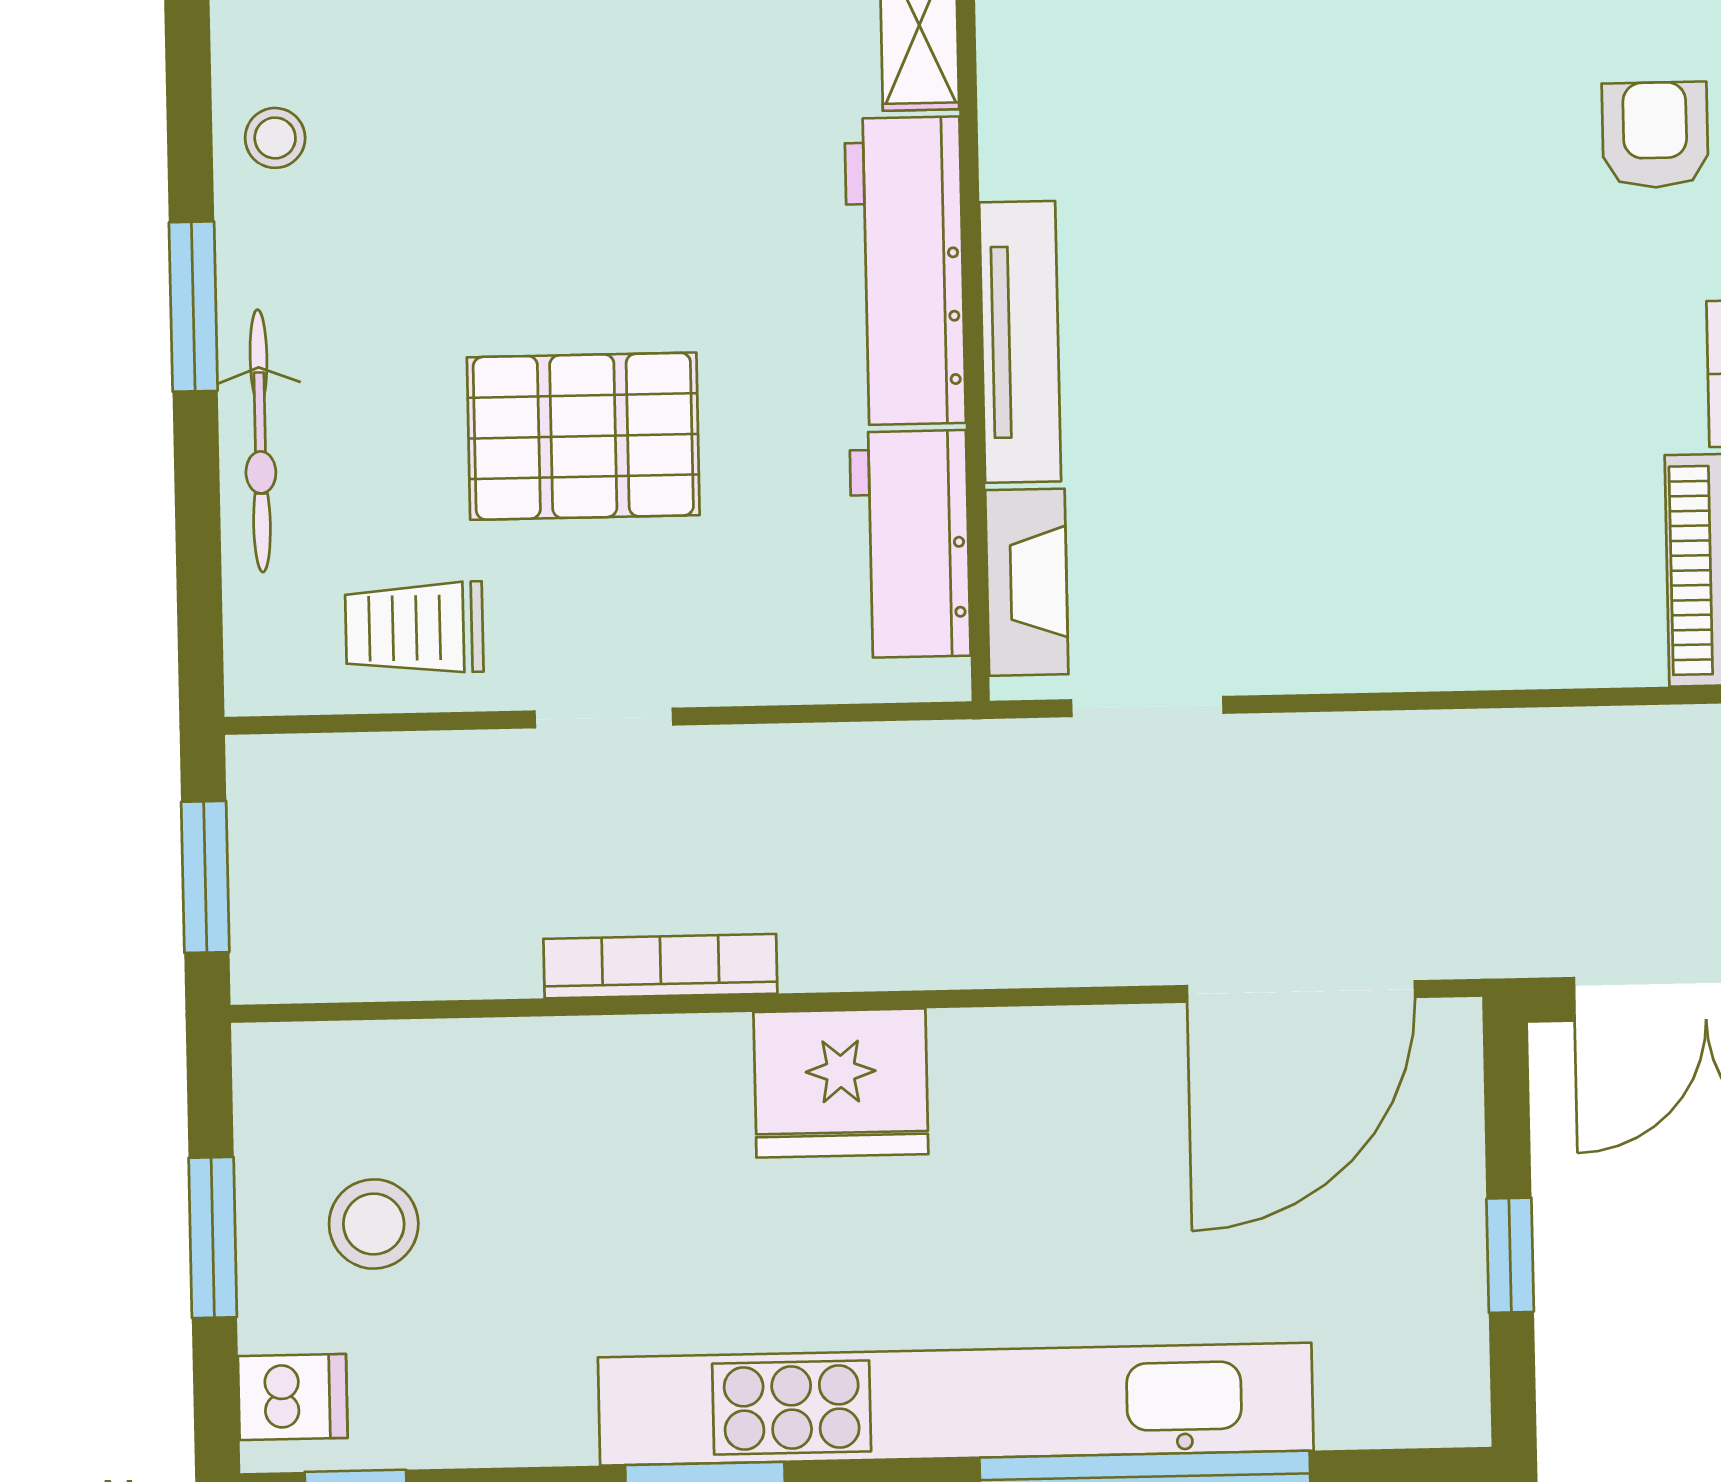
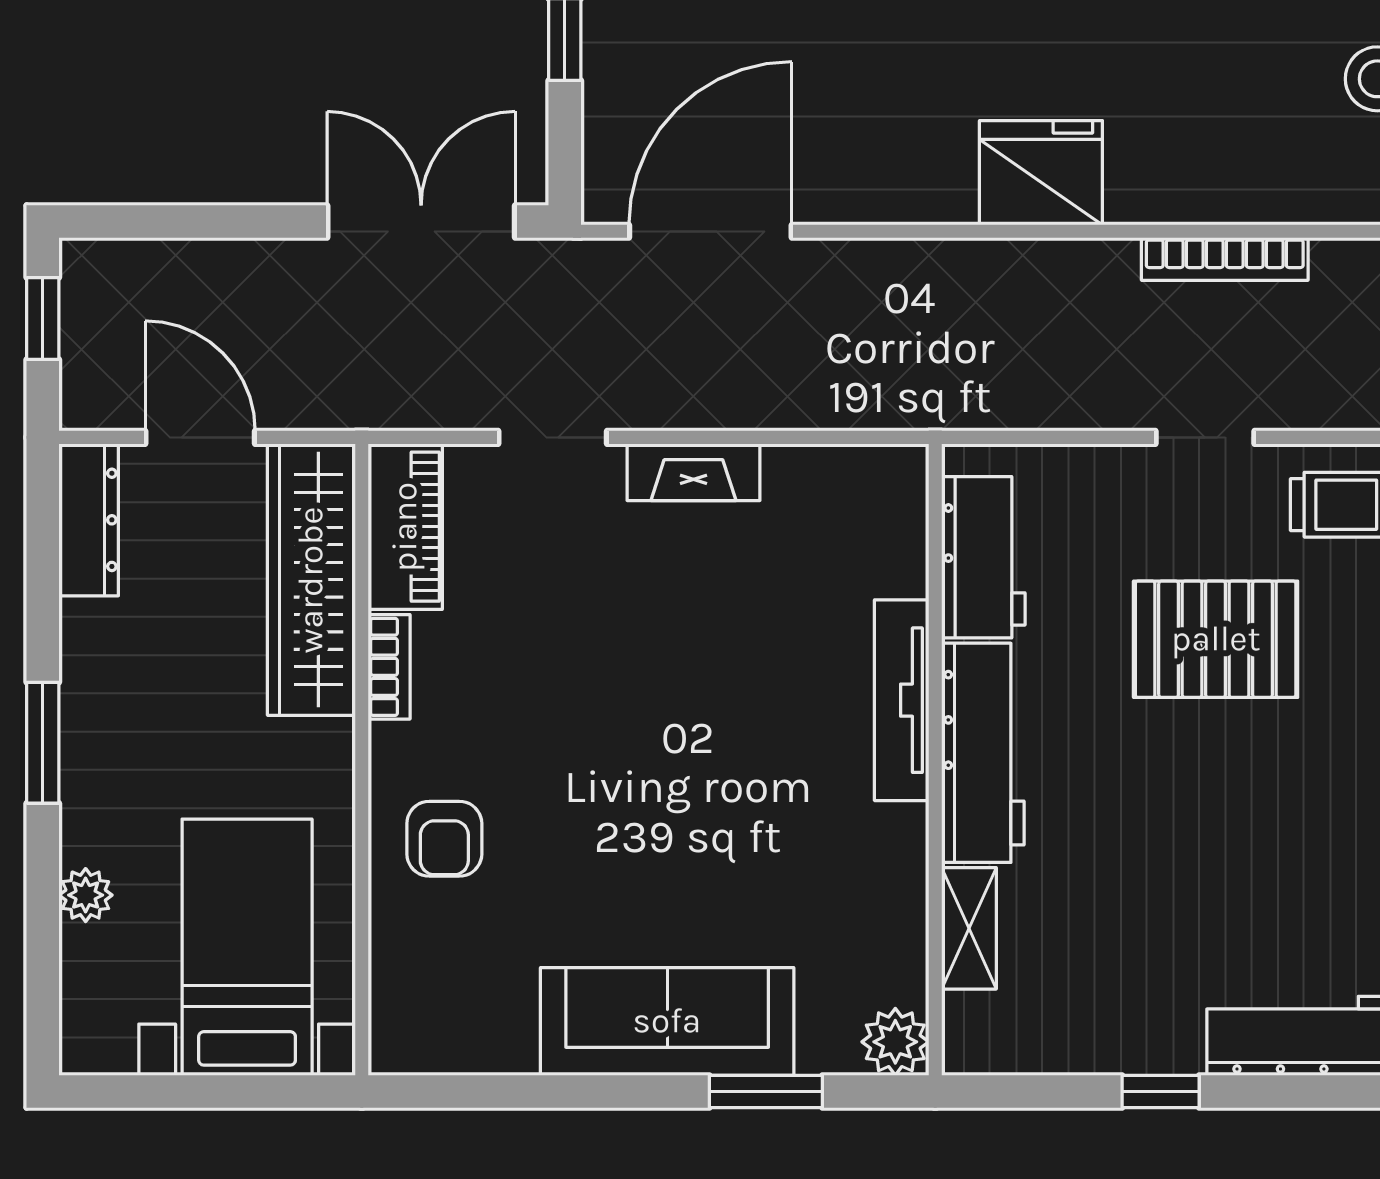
fireplace: (1027, 582) -> (693, 472), moved, turned -90
doorway: (1147, 707) -> (553, 437), moved
bookcase: (660, 966) -> (1225, 259), moved

